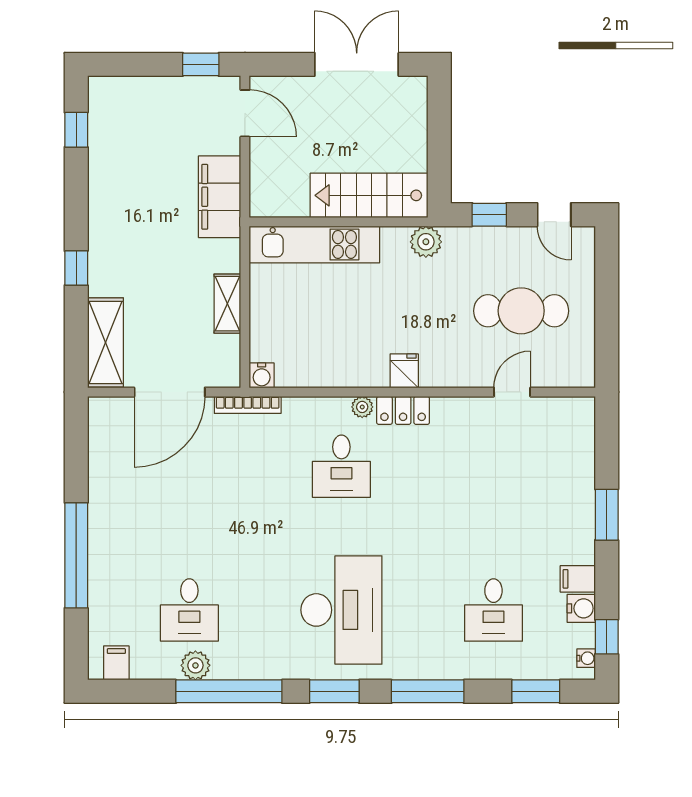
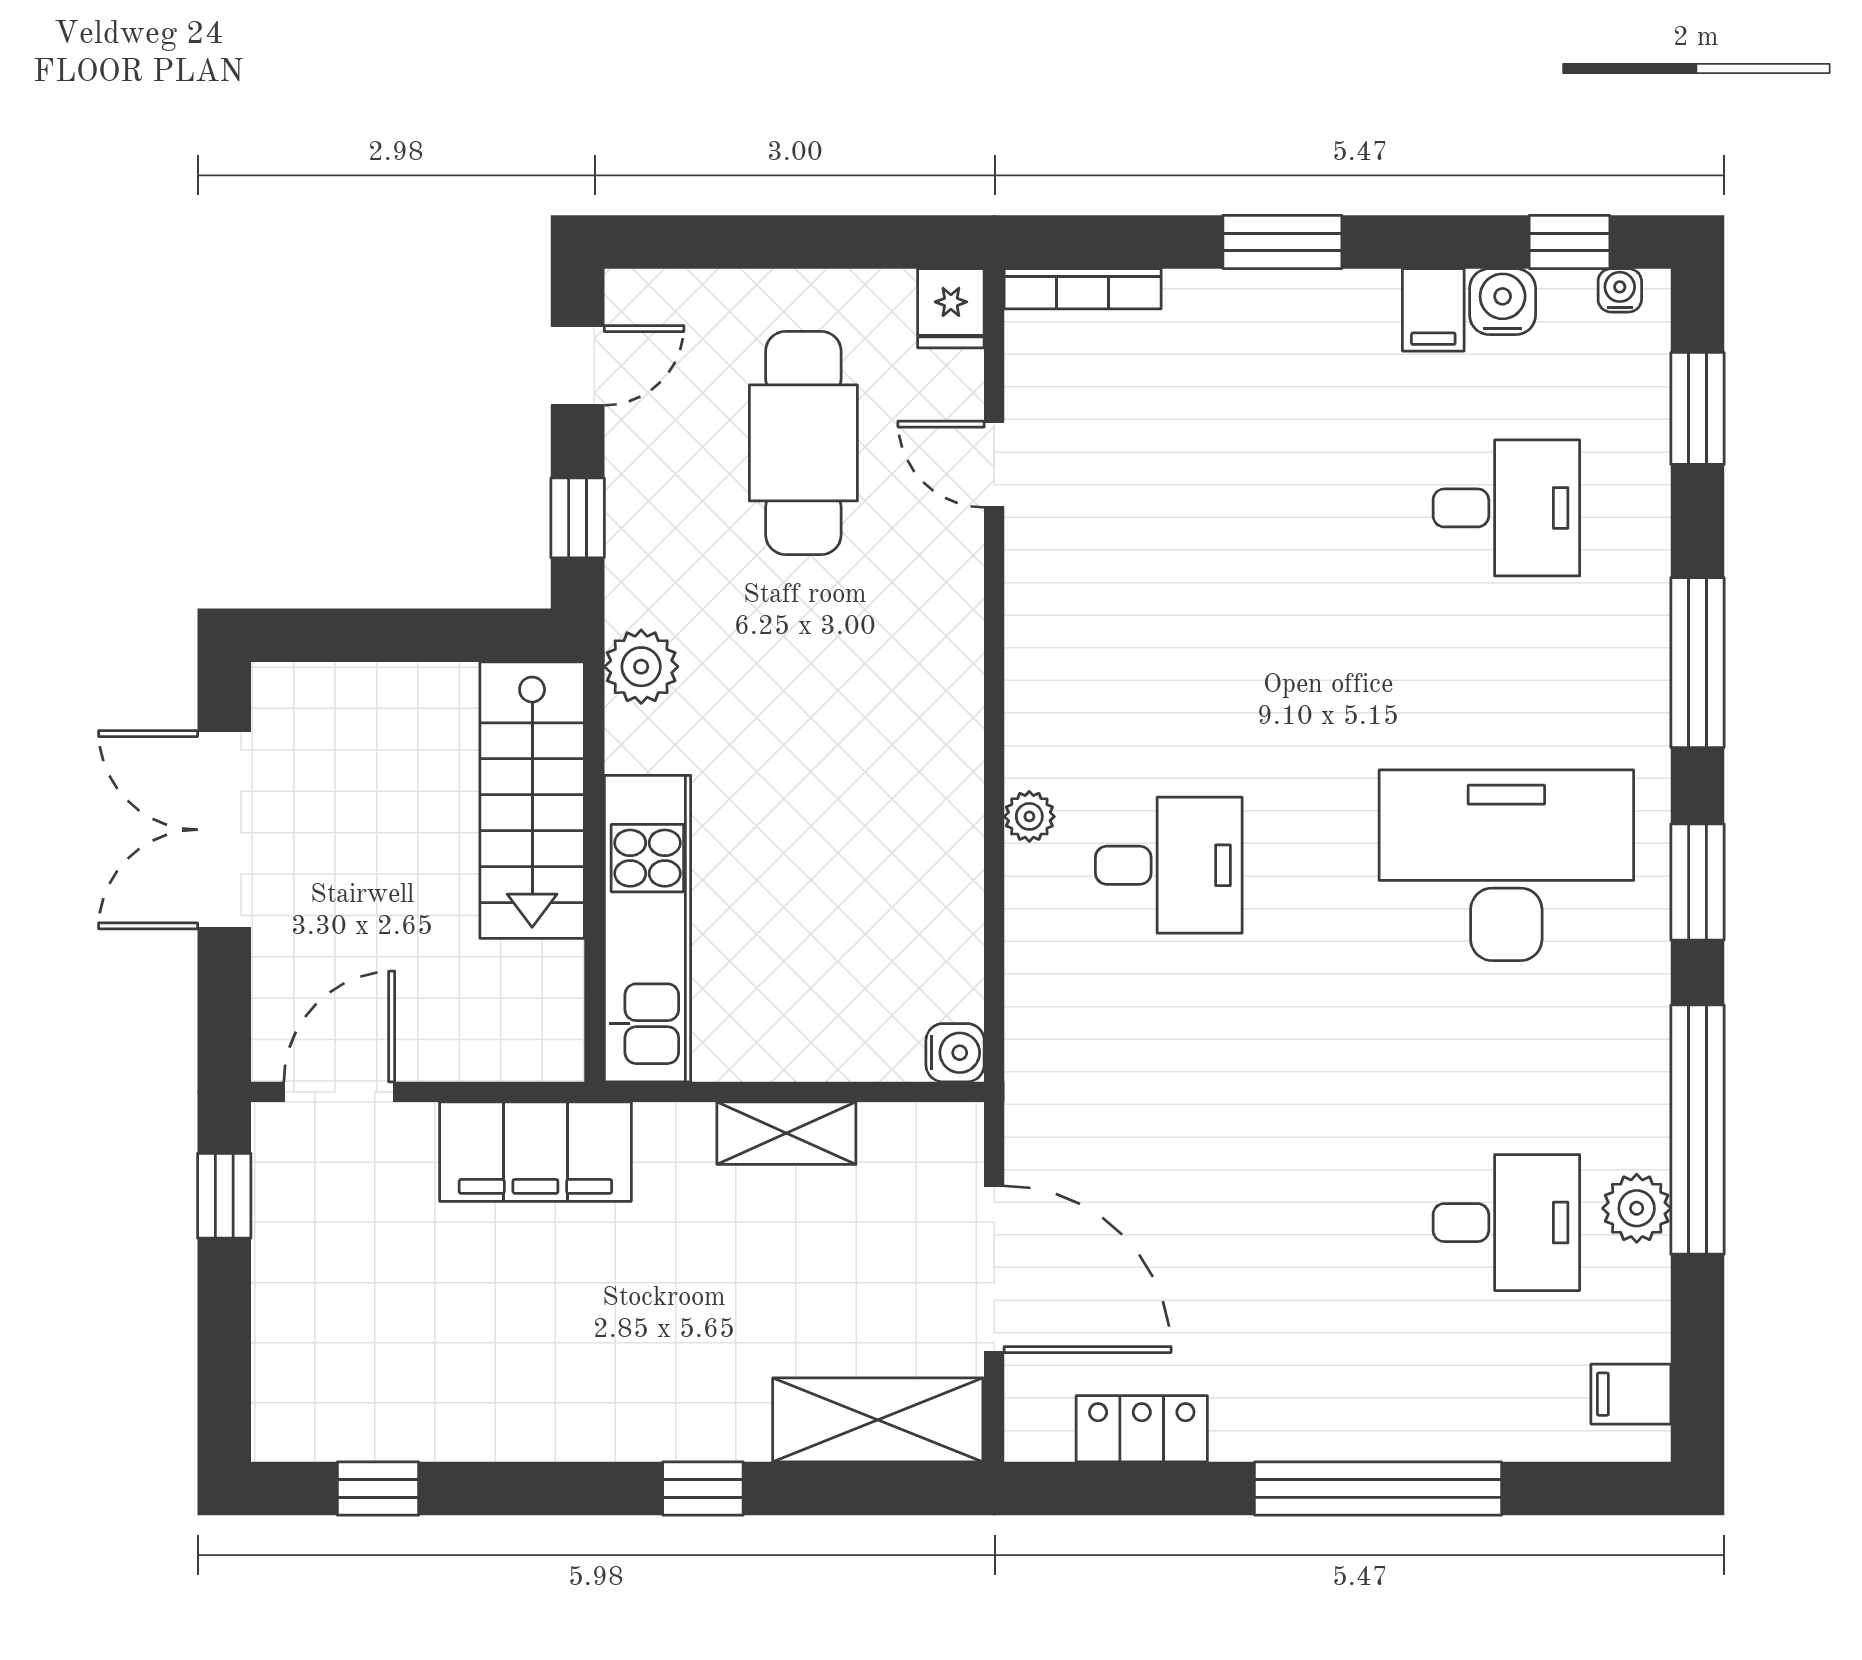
fridge: (404, 371) -> (951, 308), moved, turned -90
bookcase: (248, 405) -> (1083, 289), moved, turned 90
locker: (403, 410) -> (1142, 1429), moved, turned -90

